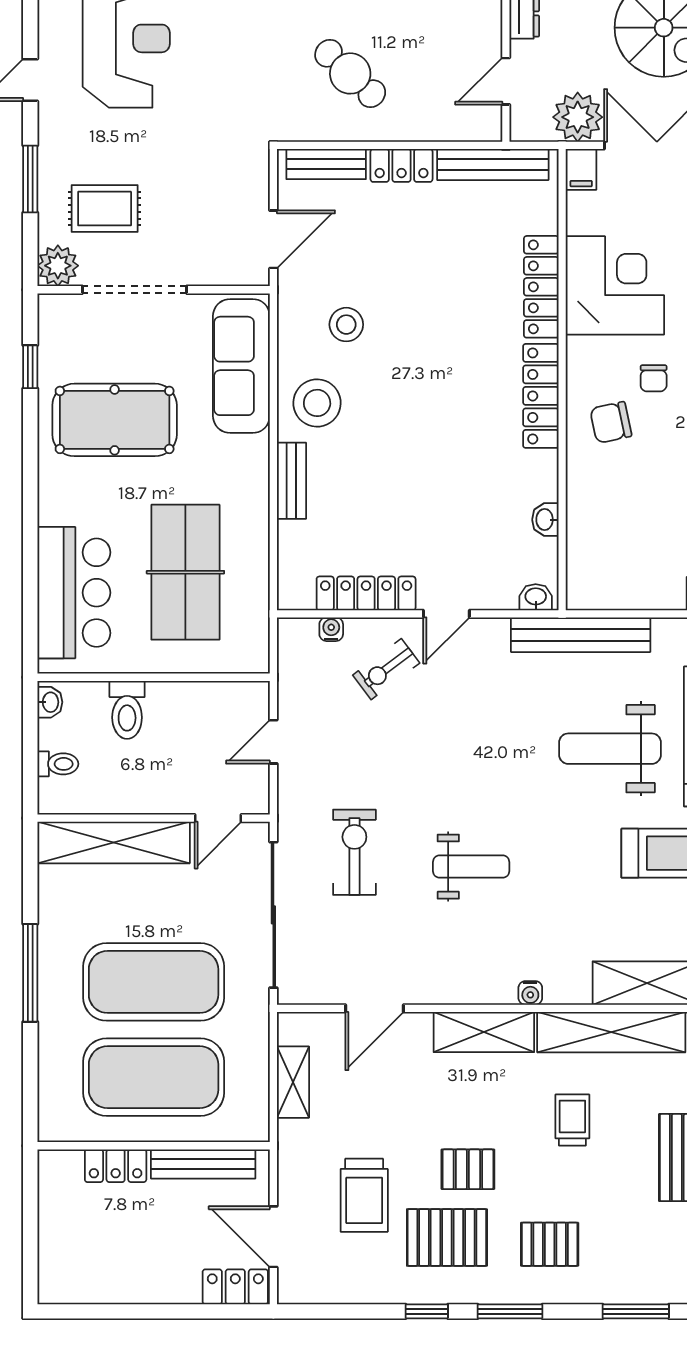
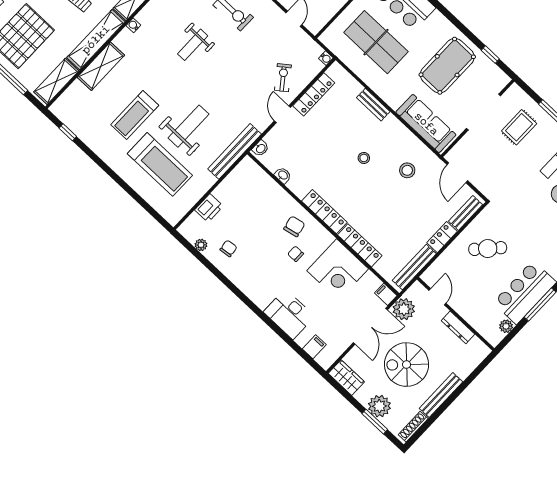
plant: (58, 266) -> (515, 95), removed
stool: (317, 403) -> (364, 158), moved, width x0.53, depth x0.53
water cooler: (331, 629) -> (326, 58), moved

